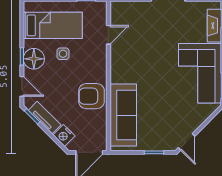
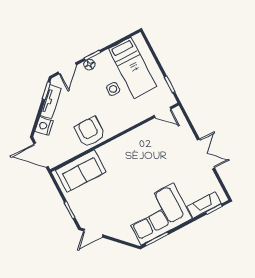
door: (108, 35) -> (163, 112), moved
floor lamp: (34, 59) -> (89, 64), width x0.53, depth x0.53
sofa: (123, 115) -> (81, 171), width x0.73

